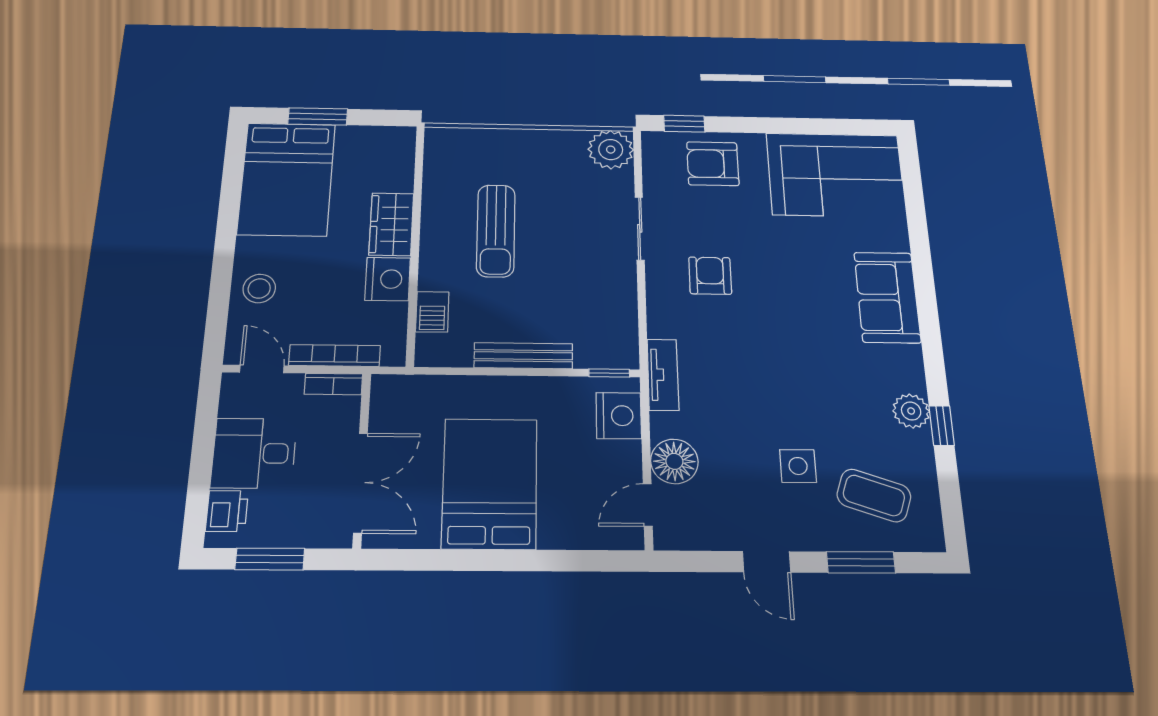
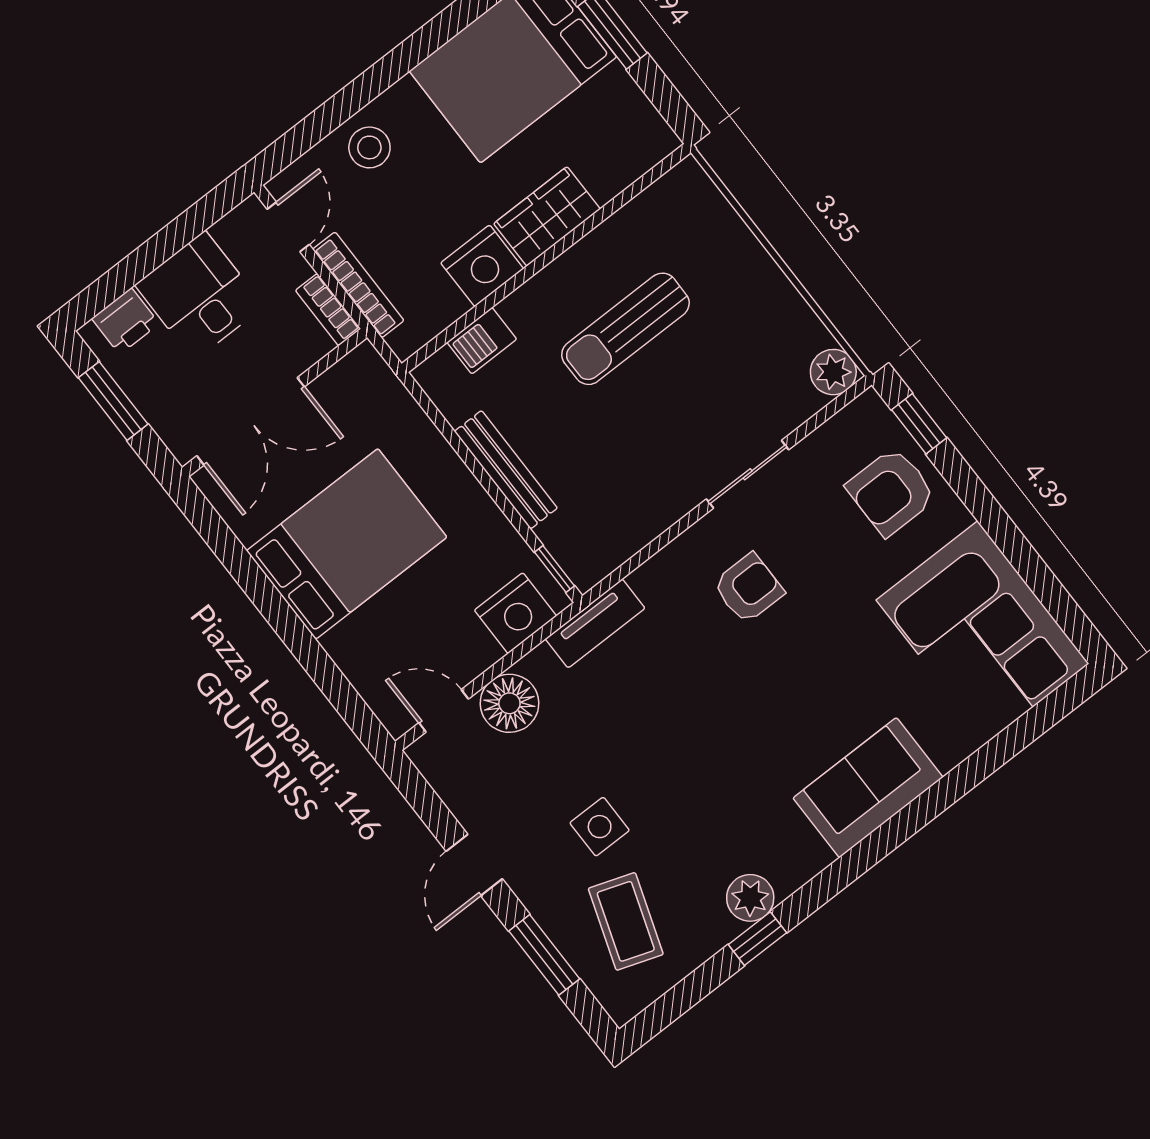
plant: (611, 150) -> (833, 372), width x0.73, depth x0.73
armchair: (713, 164) -> (891, 492), turned -90

